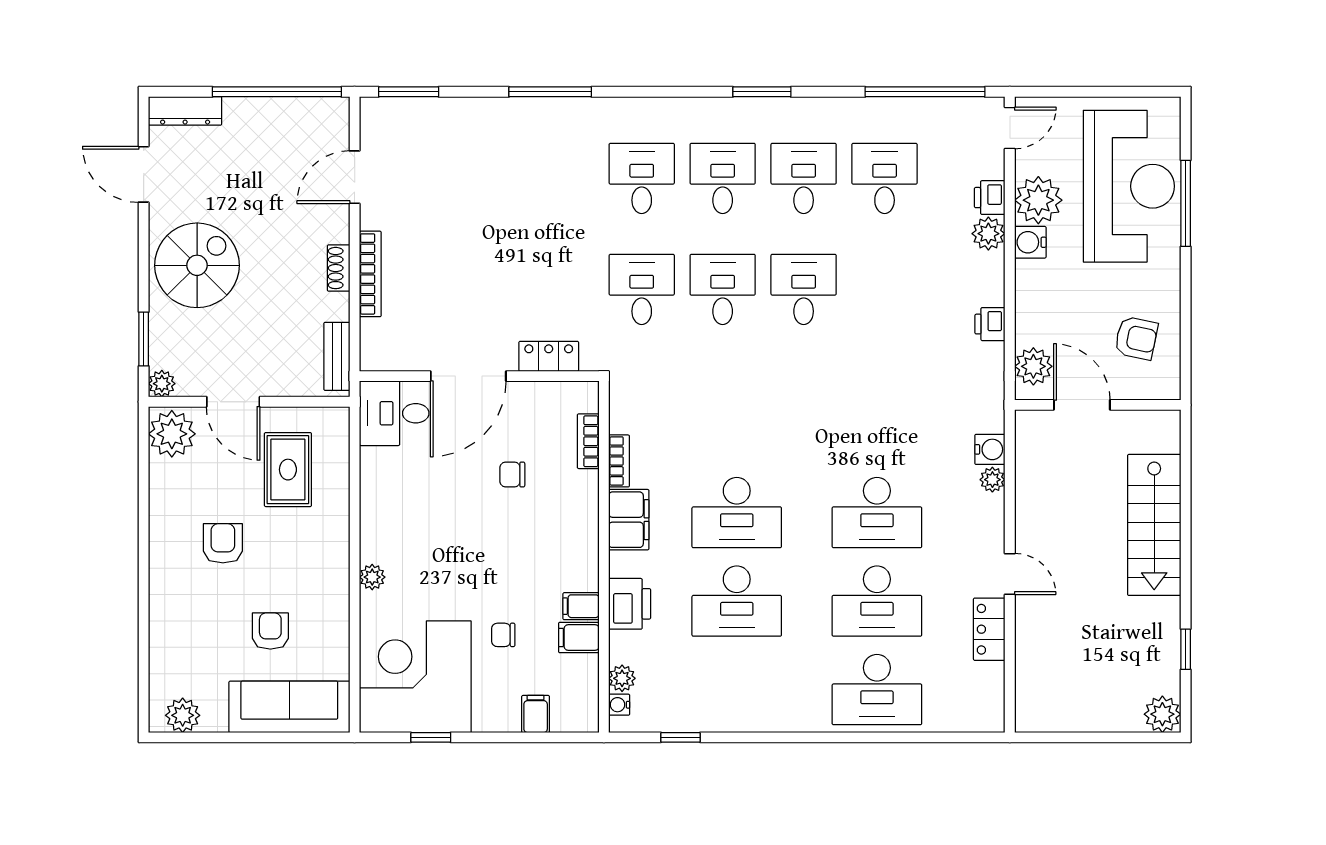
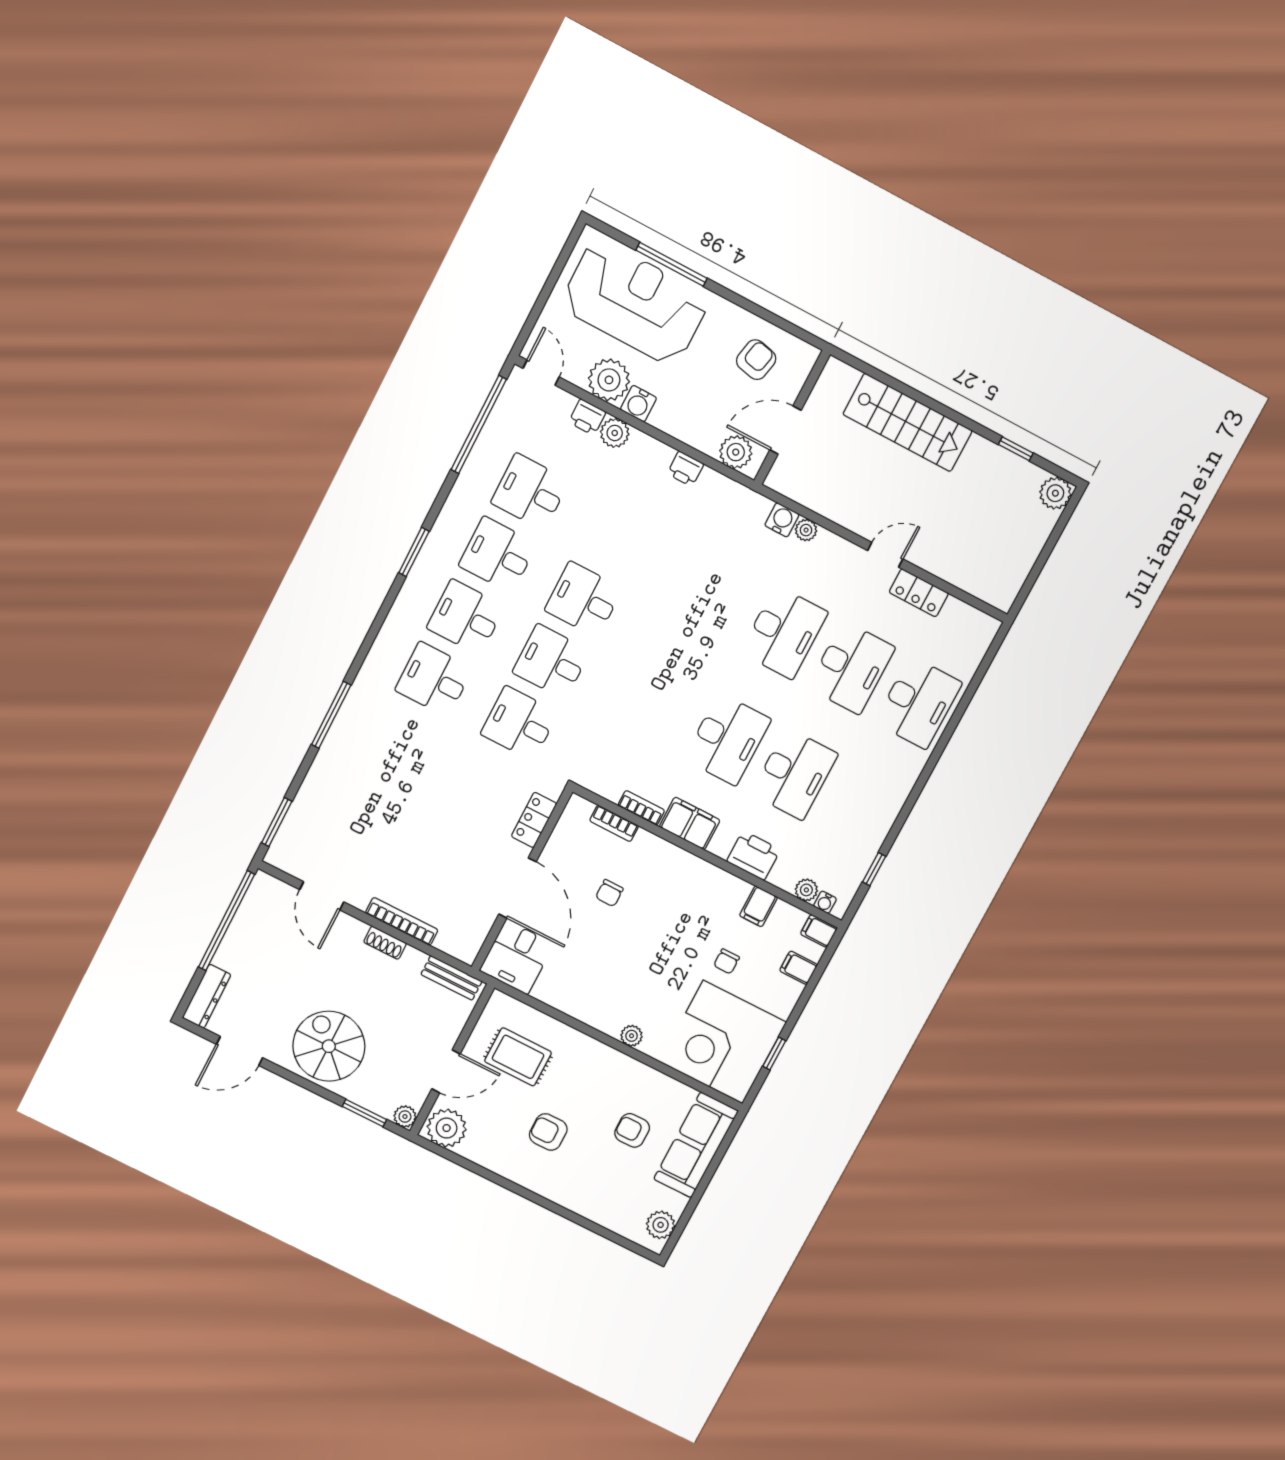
filing cabinet: (581, 606) -> (819, 931), moved, turned 90

